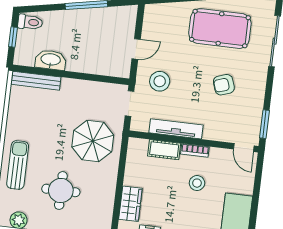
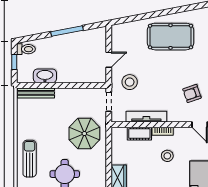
armchair: (224, 85) -> (192, 93), moved

